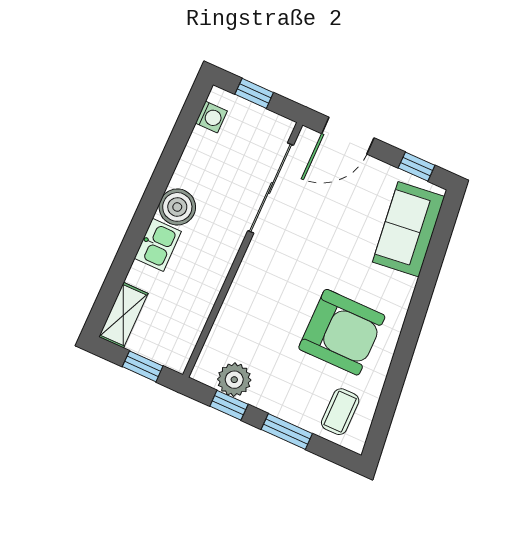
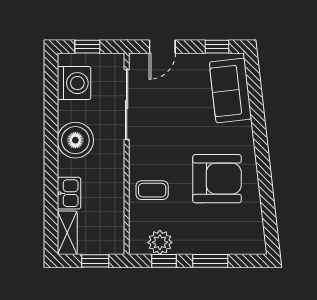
washing machine: (211, 117) -> (74, 83), width x1.89, depth x1.89
door: (348, 136) -> (162, 47), width x0.73
boiler: (177, 207) -> (75, 140), width x1.37, depth x1.37
kitchen sink: (158, 245) -> (69, 193), moved
coffee table: (340, 412) -> (152, 190), moved, turned 90

